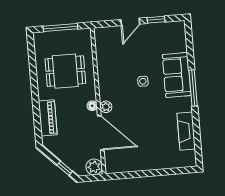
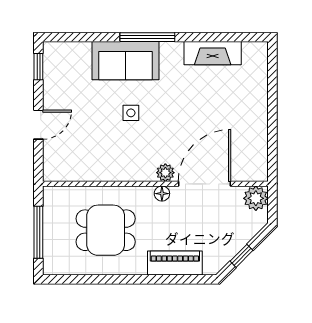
window: (156, 20) -> (38, 67), moved
door: (130, 22) -> (38, 125), hinge flipped
dining table: (65, 71) -> (106, 230), turned 90
window: (65, 168) -> (242, 256), moved

